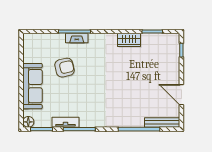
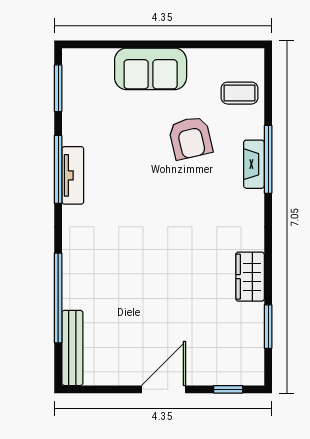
coffee table: (44, 45) -> (240, 93), added
sofa: (32, 86) -> (151, 69), width x0.73
door: (181, 95) -> (163, 389), moved
floor lamp: (28, 122) -> (74, 60), removed
tv unit: (65, 122) -> (73, 175), moved

